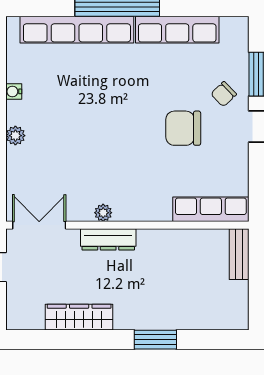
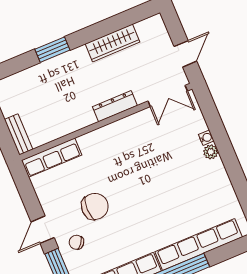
water cooler: (14, 91) -> (206, 138), moved
chair: (224, 94) -> (76, 242), turned -98
plant: (103, 213) -> (126, 123), removed

